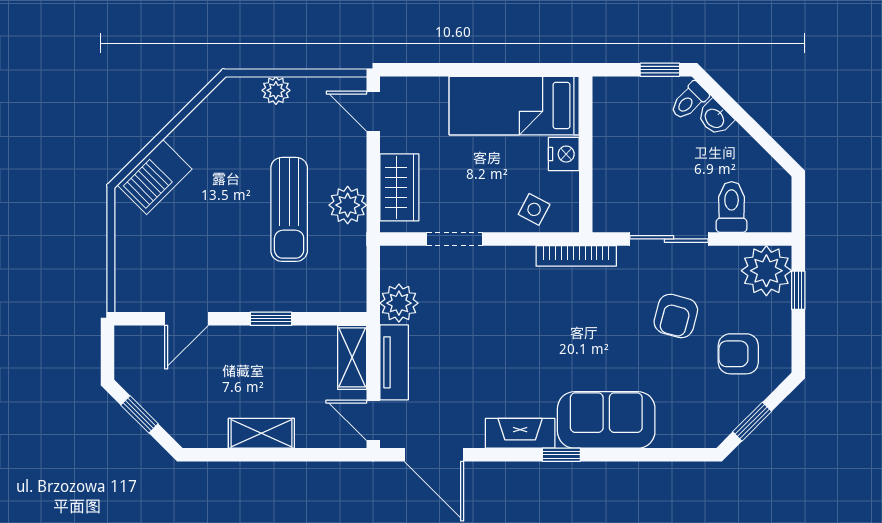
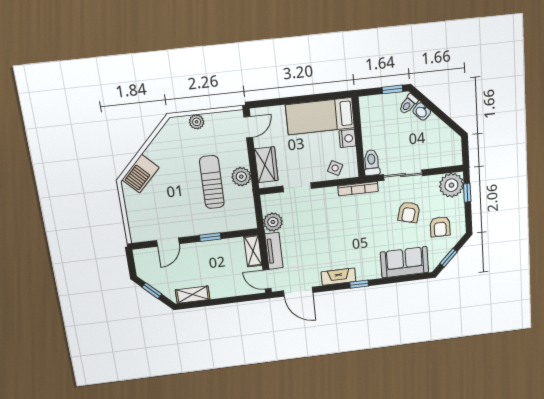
door: (373, 111) -> (248, 127), swing flipped
toilet: (732, 207) -> (372, 163), moved
sun lounger: (289, 209) -> (212, 182), turned 180
armchair: (738, 354) -> (440, 227), turned -90
sofa: (606, 420) -> (405, 262), moved
shelving: (261, 433) -> (193, 295), moved

